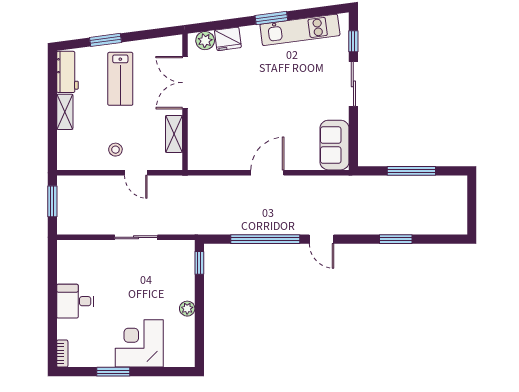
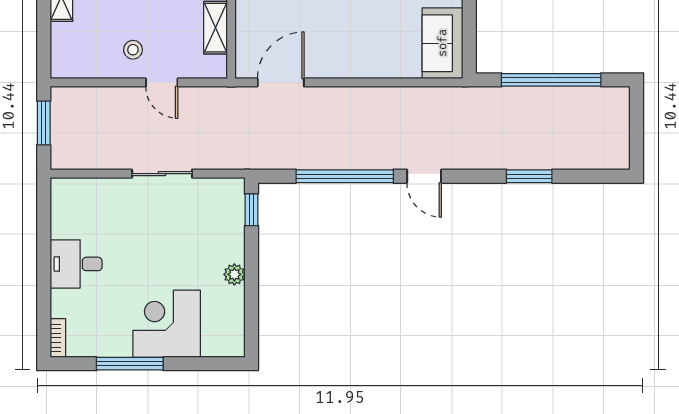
window: (411, 171) -> (551, 80), width x1.46
door: (267, 173) -> (281, 82), moved
window: (113, 372) -> (130, 364), width x1.44

